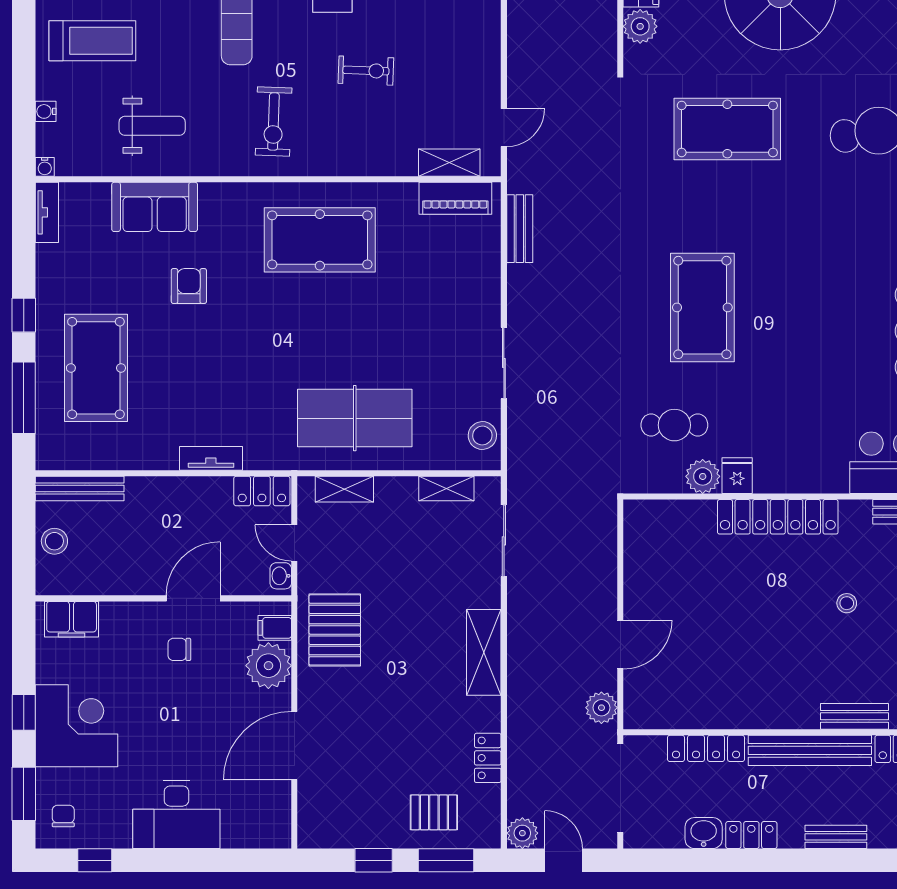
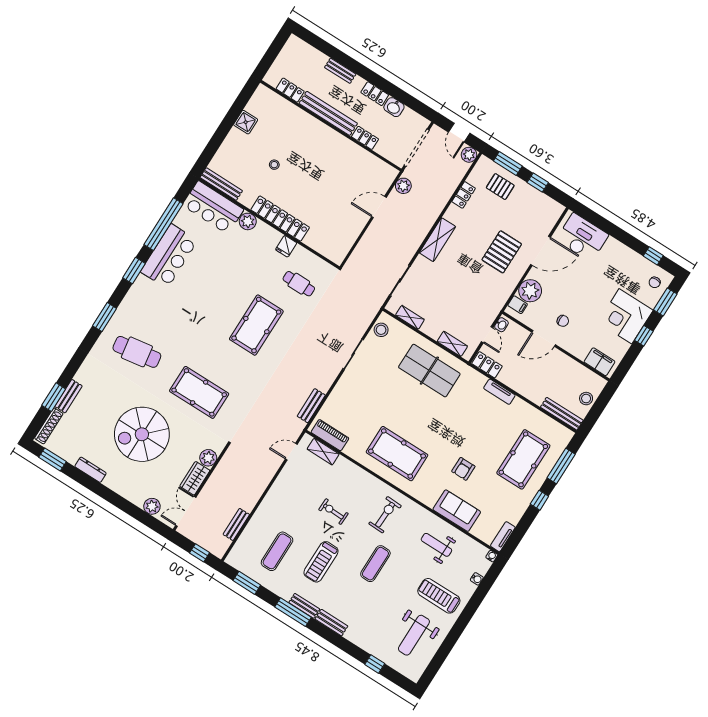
plant: (703, 476) -> (248, 221), moved
pallet: (335, 630) -> (502, 252), moved
bench: (854, 716) -> (301, 116), removed
locker: (706, 748) -> (365, 138), width x0.66
desk: (176, 814) -> (582, 237), moved

